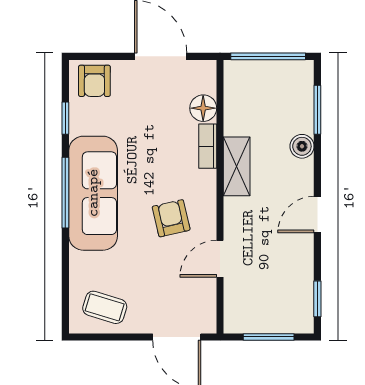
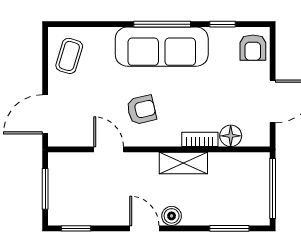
armchair: (94, 81) -> (253, 48), turned -90
boiler: (302, 146) -> (172, 216), moved

